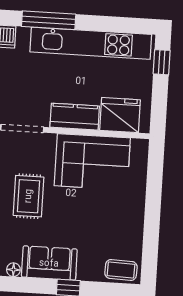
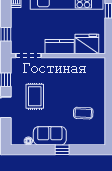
corner sofa: (92, 162) -> (72, 73), removed
coffee table: (121, 270) -> (83, 113), moved

